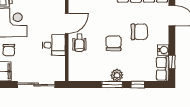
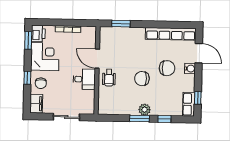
door: (67, 23) -> (97, 59), swing flipped
chair: (114, 43) -> (142, 79), turned -90
water cooler: (163, 50) -> (190, 69), moved
sliding door: (36, 85) -> (66, 117), width x0.73

